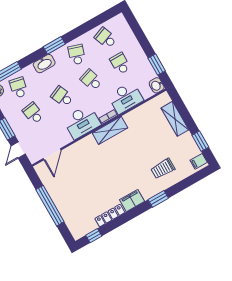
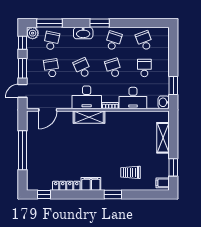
shelving: (110, 130) -> (89, 117), moved

